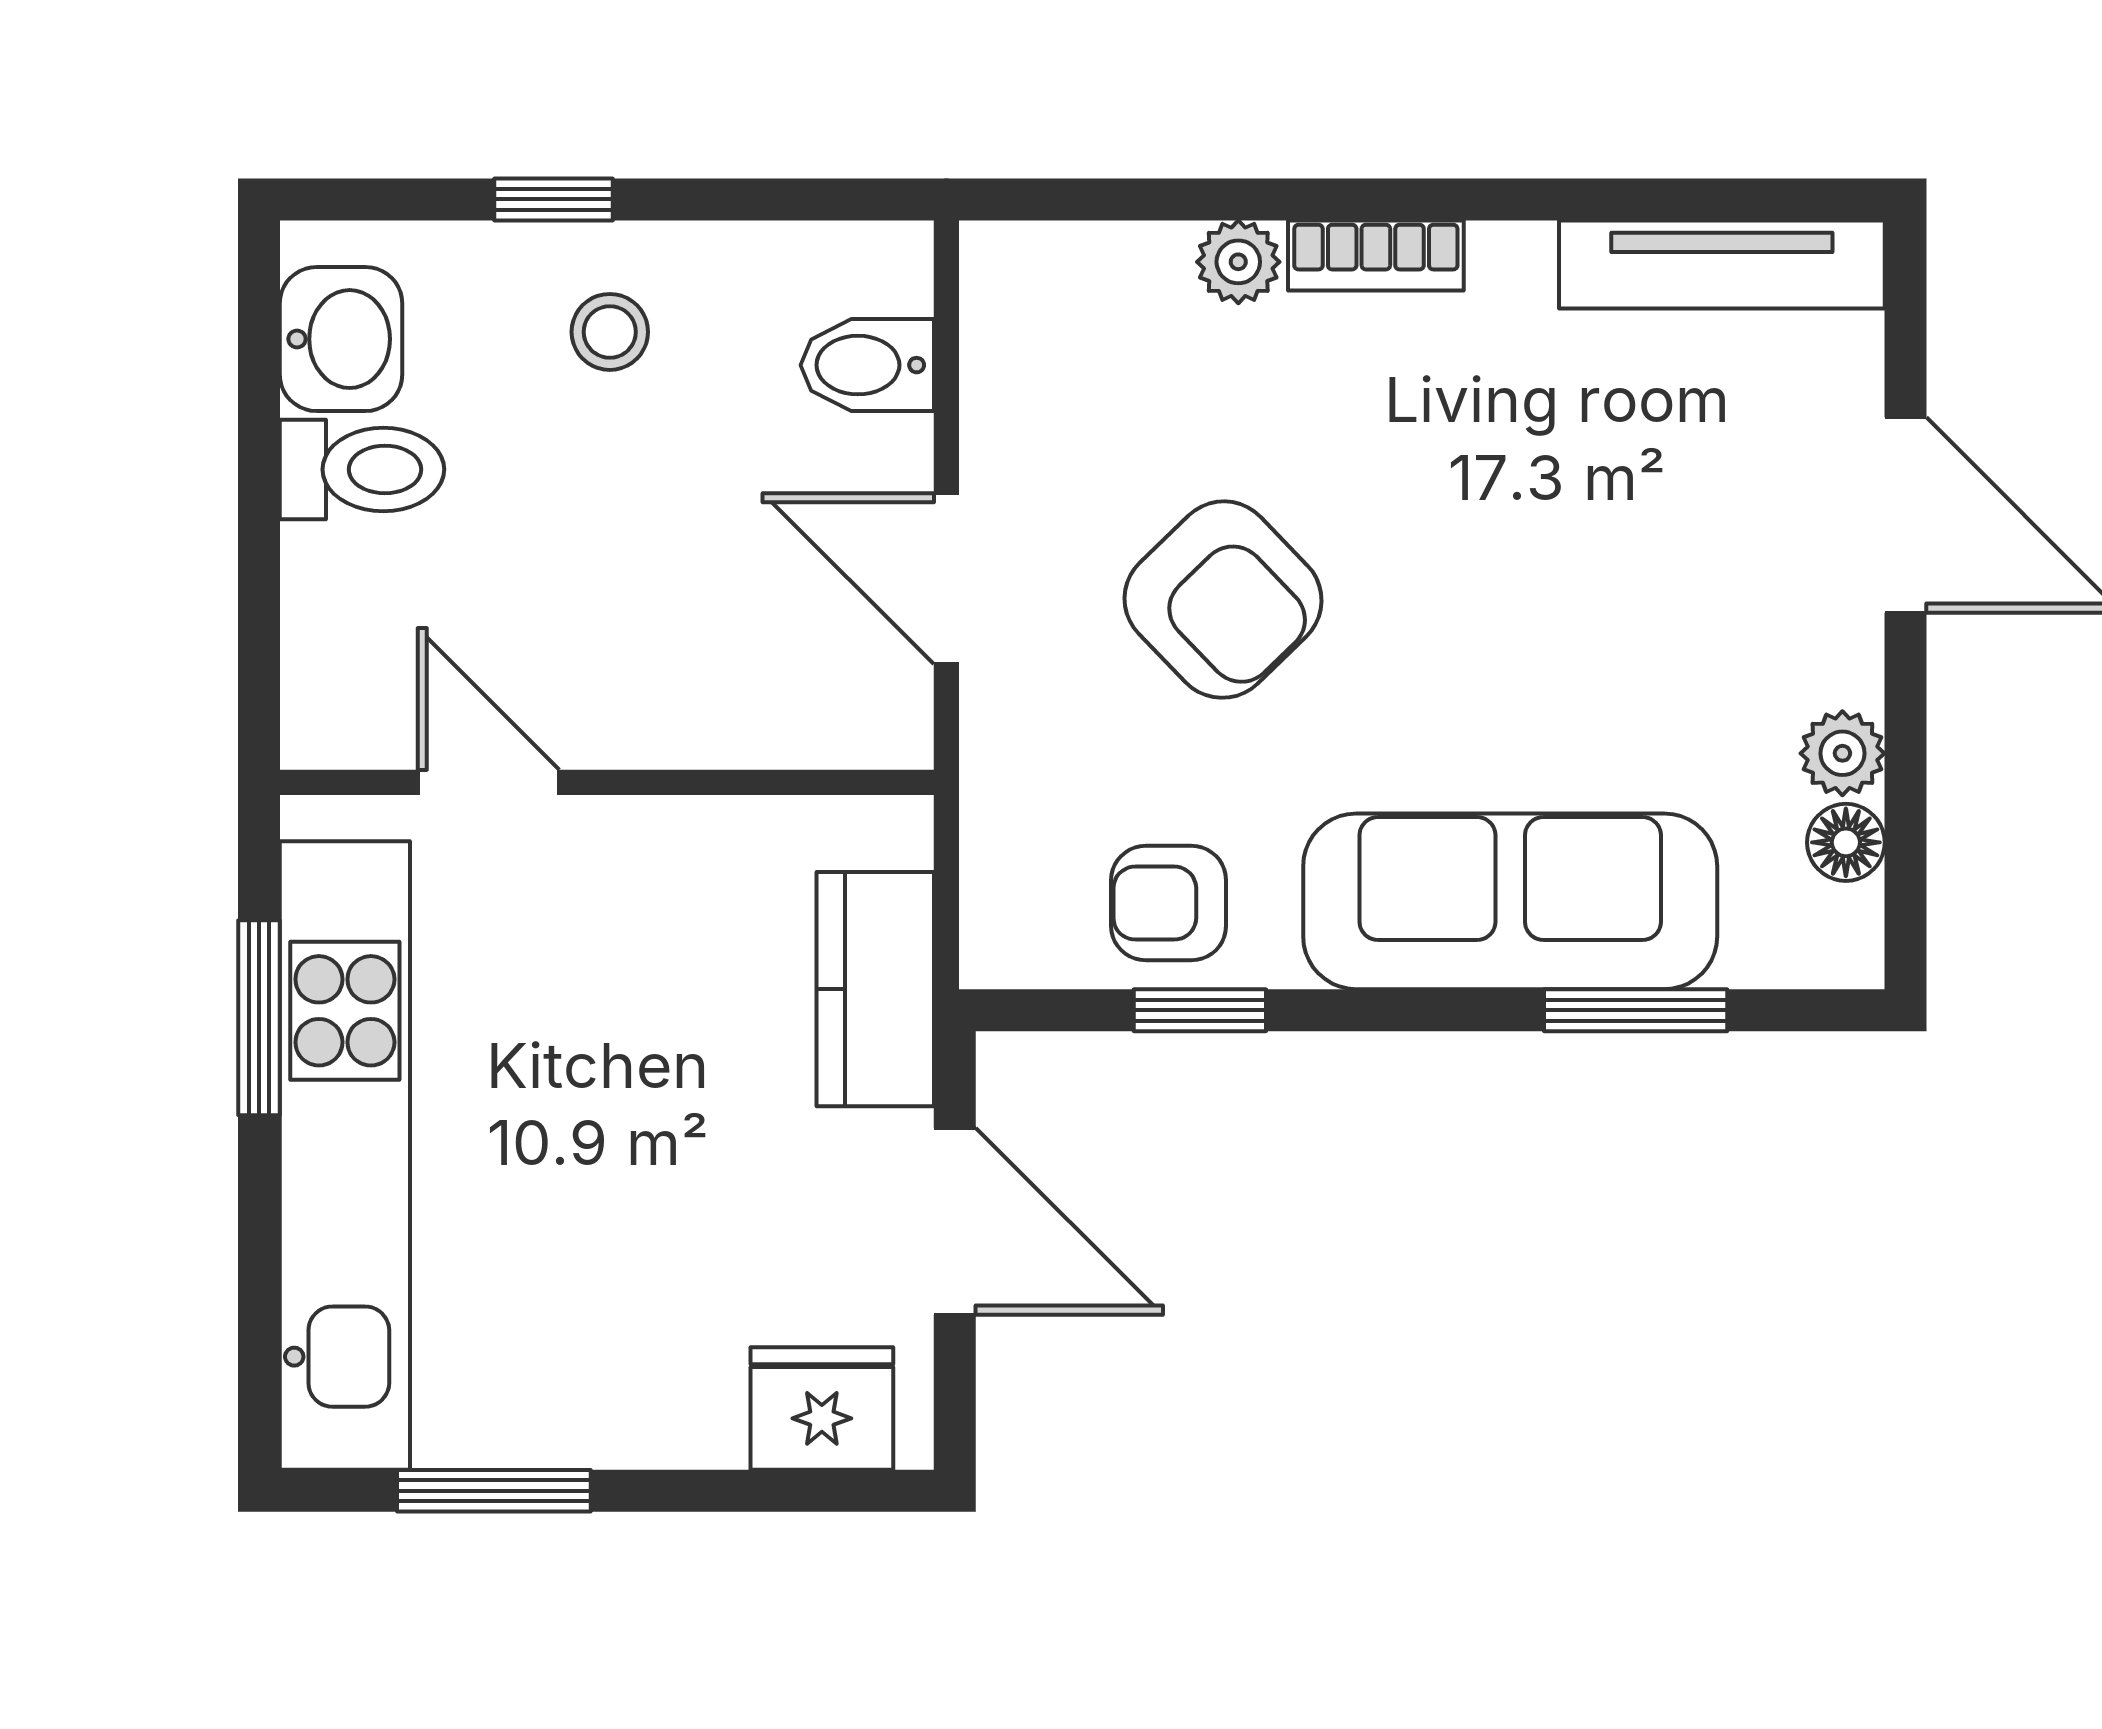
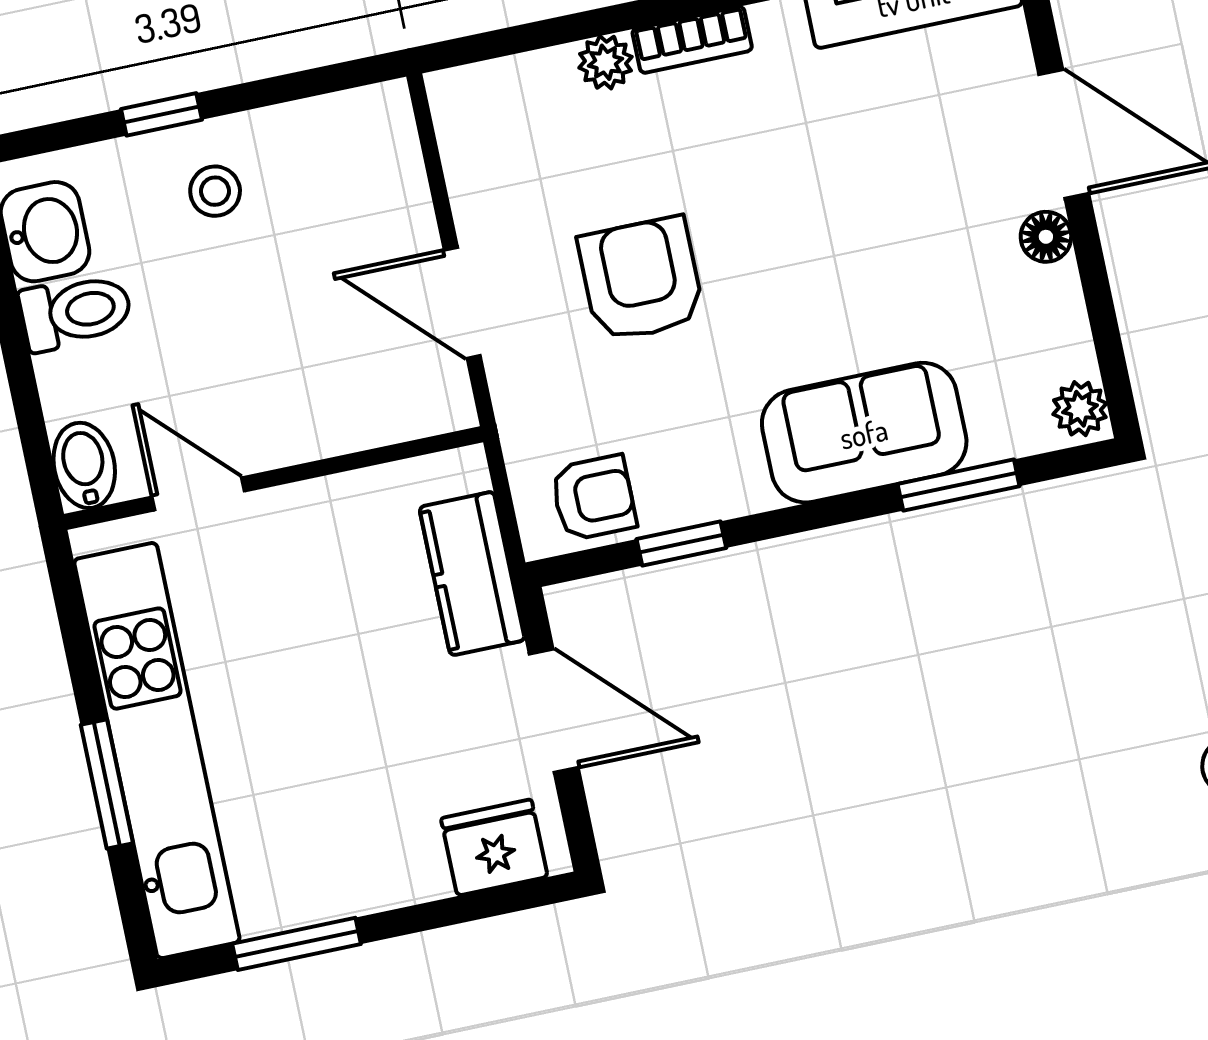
bidet: (867, 365) -> (84, 465), moved, turned 90
armchair: (1223, 600) -> (641, 279), turned -136
plant: (1842, 753) -> (1080, 409), moved
floor lamp: (1846, 842) -> (1046, 237), moved
sofa: (1510, 901) -> (864, 433), width x0.73
armchair: (1169, 903) -> (594, 498), moved, turned 180
window: (259, 1018) -> (107, 784), moved

